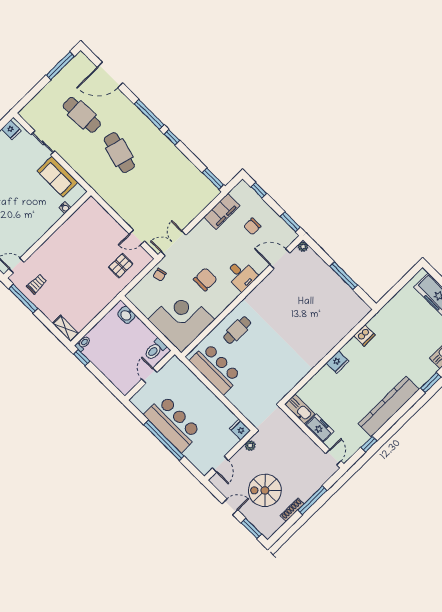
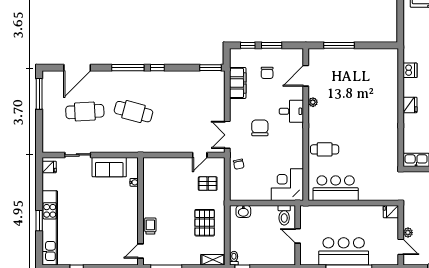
window: (290, 222) -> (272, 45), moved
plant: (303, 247) -> (313, 102), moved
pallet: (121, 266) -> (208, 184), turned 90
window: (344, 276) -> (339, 45), moved
chair: (205, 279) -> (260, 128), moved
trolley: (37, 284) -> (150, 226), moved
pallet: (88, 293) -> (205, 223), added
corner desk: (181, 320) -> (287, 185), width x0.74, depth x0.74
cafe table: (237, 330) -> (325, 149), turned 90
plant: (250, 446) -> (408, 233), moved

